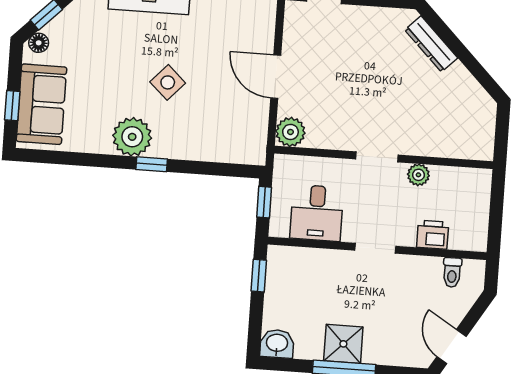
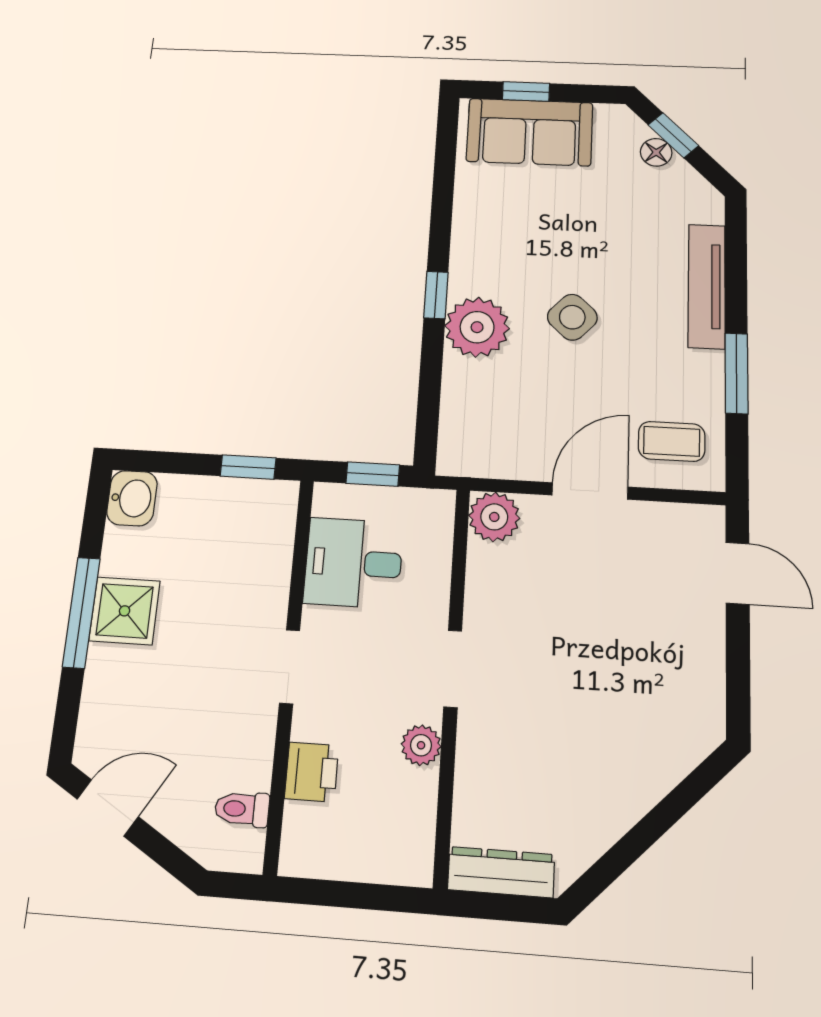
coffee table: (247, 28) -> (672, 441), added
floor lamp: (39, 43) -> (656, 152), moved
dresser: (431, 44) -> (501, 872), moved, turned 45
plant: (132, 137) -> (477, 327), moved

